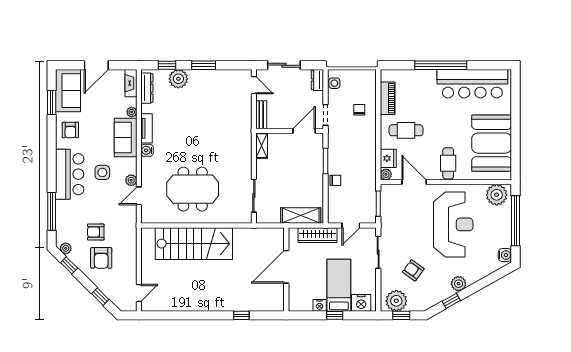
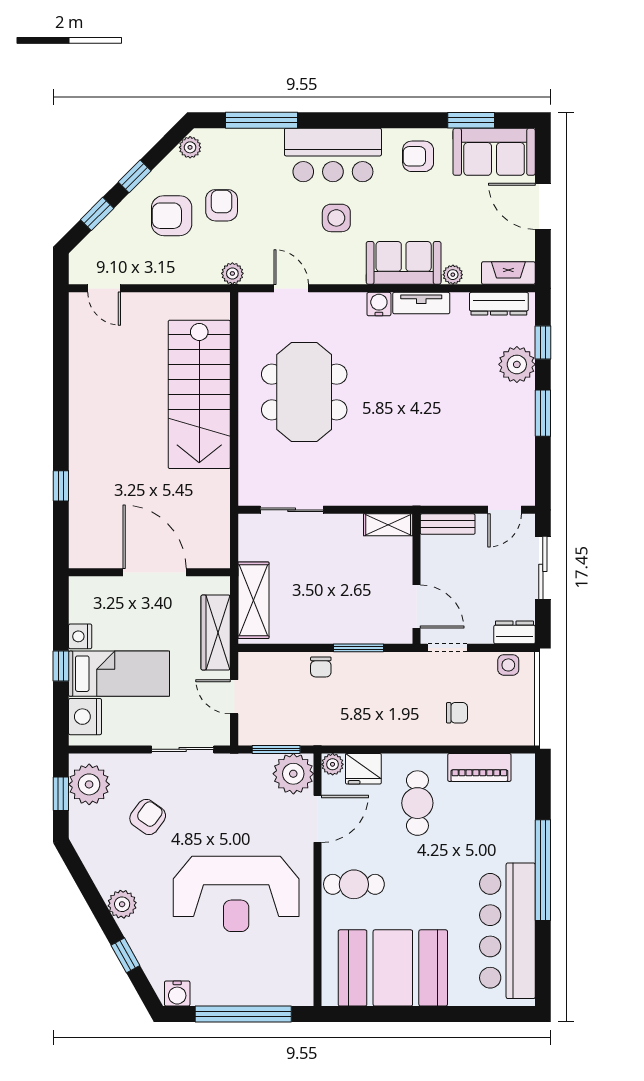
plant: (131, 180) -> (232, 273), moved
plant: (497, 195) -> (293, 774), moved
window: (69, 265) -> (135, 176), moved
window: (451, 301) -> (125, 955), moved

